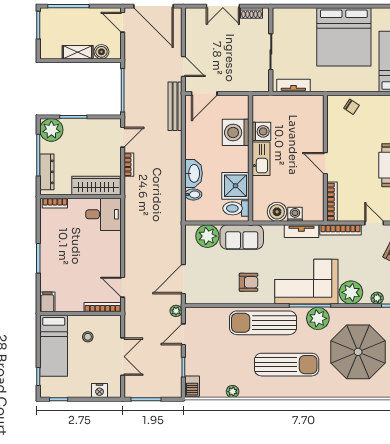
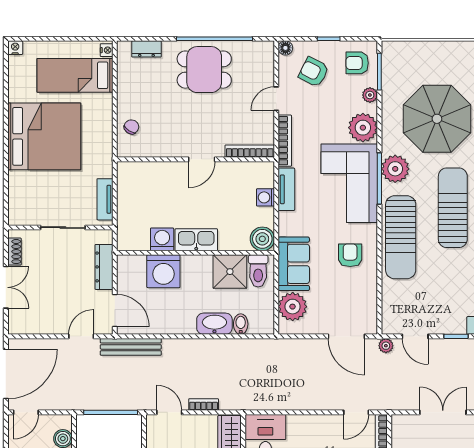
dresser: (239, 85) -> (104, 267), added
boiler: (277, 212) -> (262, 239), moved

